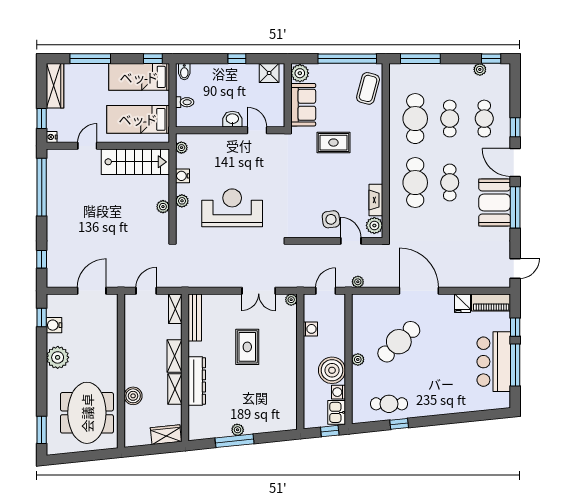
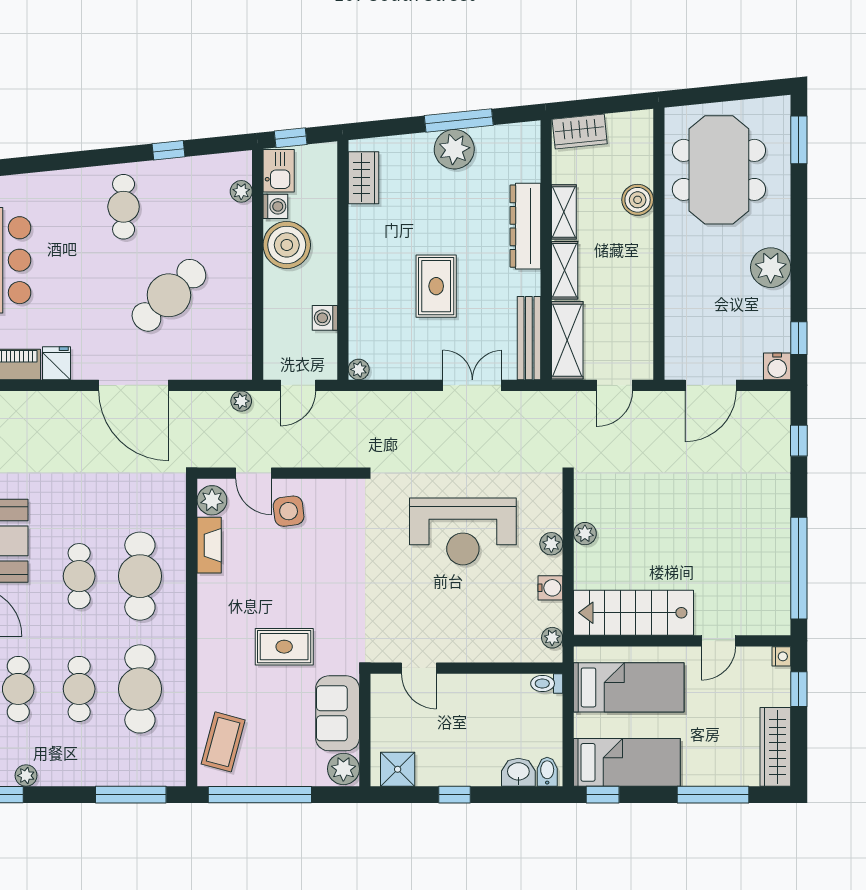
toilet: (185, 102) -> (547, 683), moved
washbasin: (232, 119) -> (518, 772), moved, turned 180
double door: (259, 291) -> (472, 385), moved
shelving: (175, 309) -> (567, 340), width x1.50, depth x1.33
water cooler: (54, 325) -> (777, 366), moved, turned 90
plant: (358, 360) -> (241, 191), moved
cafe table: (389, 404) -> (124, 207), moved, turned 90
wardrobe: (288, 408) -> (364, 178), added
plant: (238, 430) -> (454, 149), width x1.87, depth x1.87

